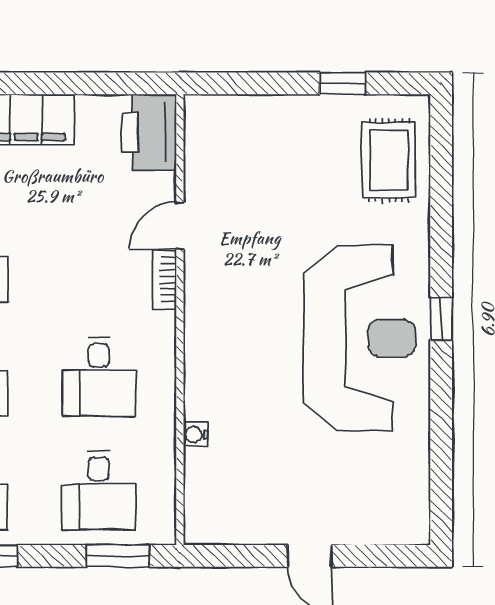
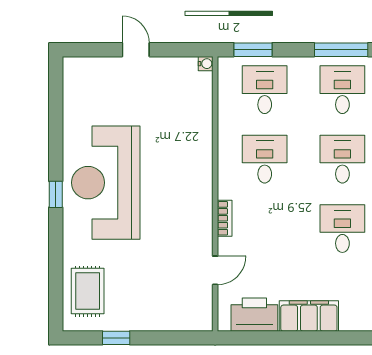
printer: (149, 132) -> (254, 315), moved, turned -90
door: (180, 226) -> (215, 270), moved
water cooler: (195, 434) -> (206, 64), moved

